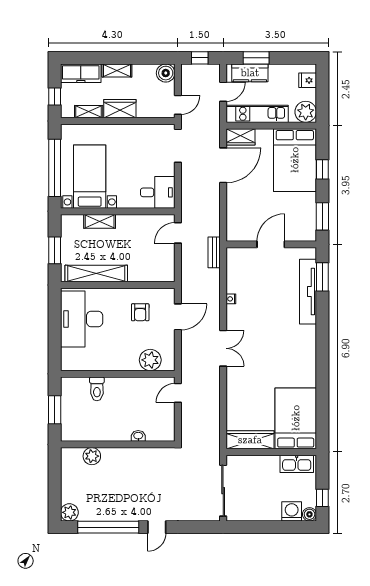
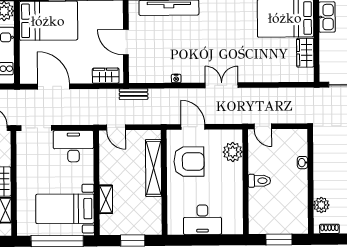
wardrobe: (240, 137) -> (106, 76), moved, turned -90
desk: (158, 192) -> (73, 146), width x1.37
shelving: (96, 274) -> (154, 168), moved
armchair: (140, 312) -> (189, 162), width x1.88, depth x1.88
desk: (82, 319) -> (202, 220), width x0.73, depth x0.77
toilet: (97, 389) -> (259, 181), moved
wardrobe: (250, 440) -> (305, 53), width x0.67
shoe rack: (66, 465) -> (329, 229), added

